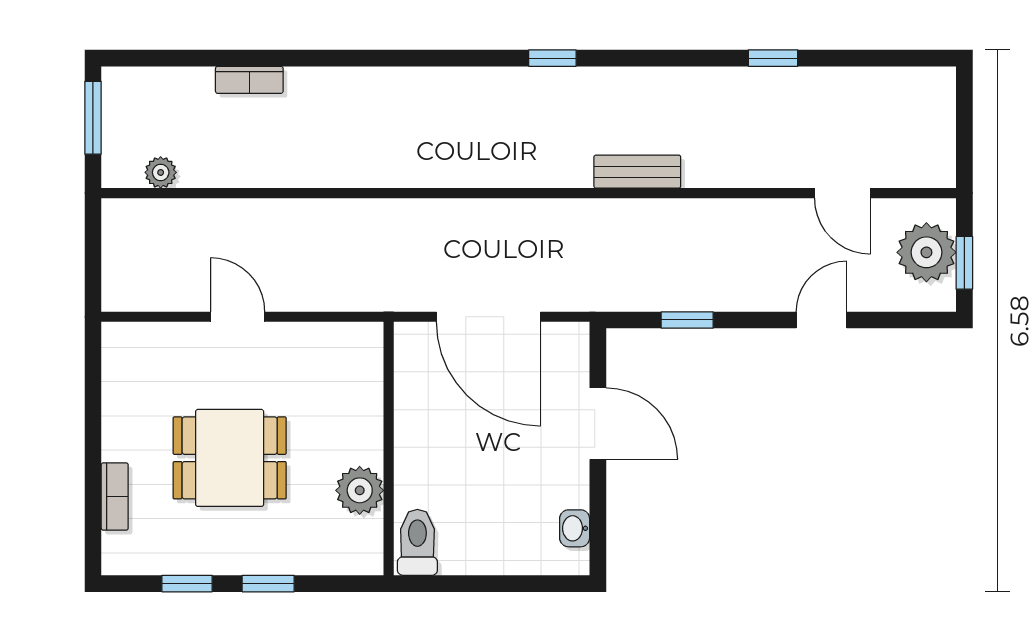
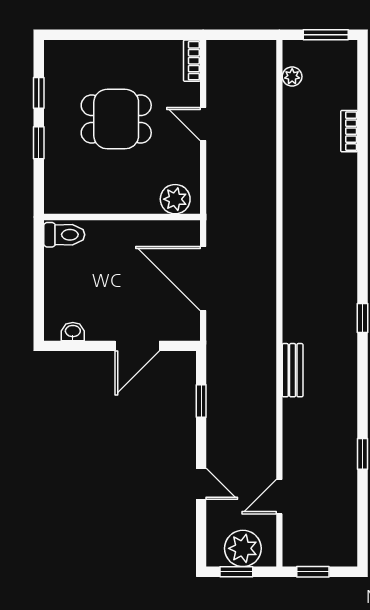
window: (964, 139) -> (313, 572), added
door: (238, 317) -> (203, 124), swing flipped
door: (489, 317) -> (203, 279), hinge flipped
dining table: (230, 458) -> (116, 119), turned 90
plant: (360, 490) -> (175, 199), moved
bookcase: (115, 496) -> (192, 61), moved, turned 90

